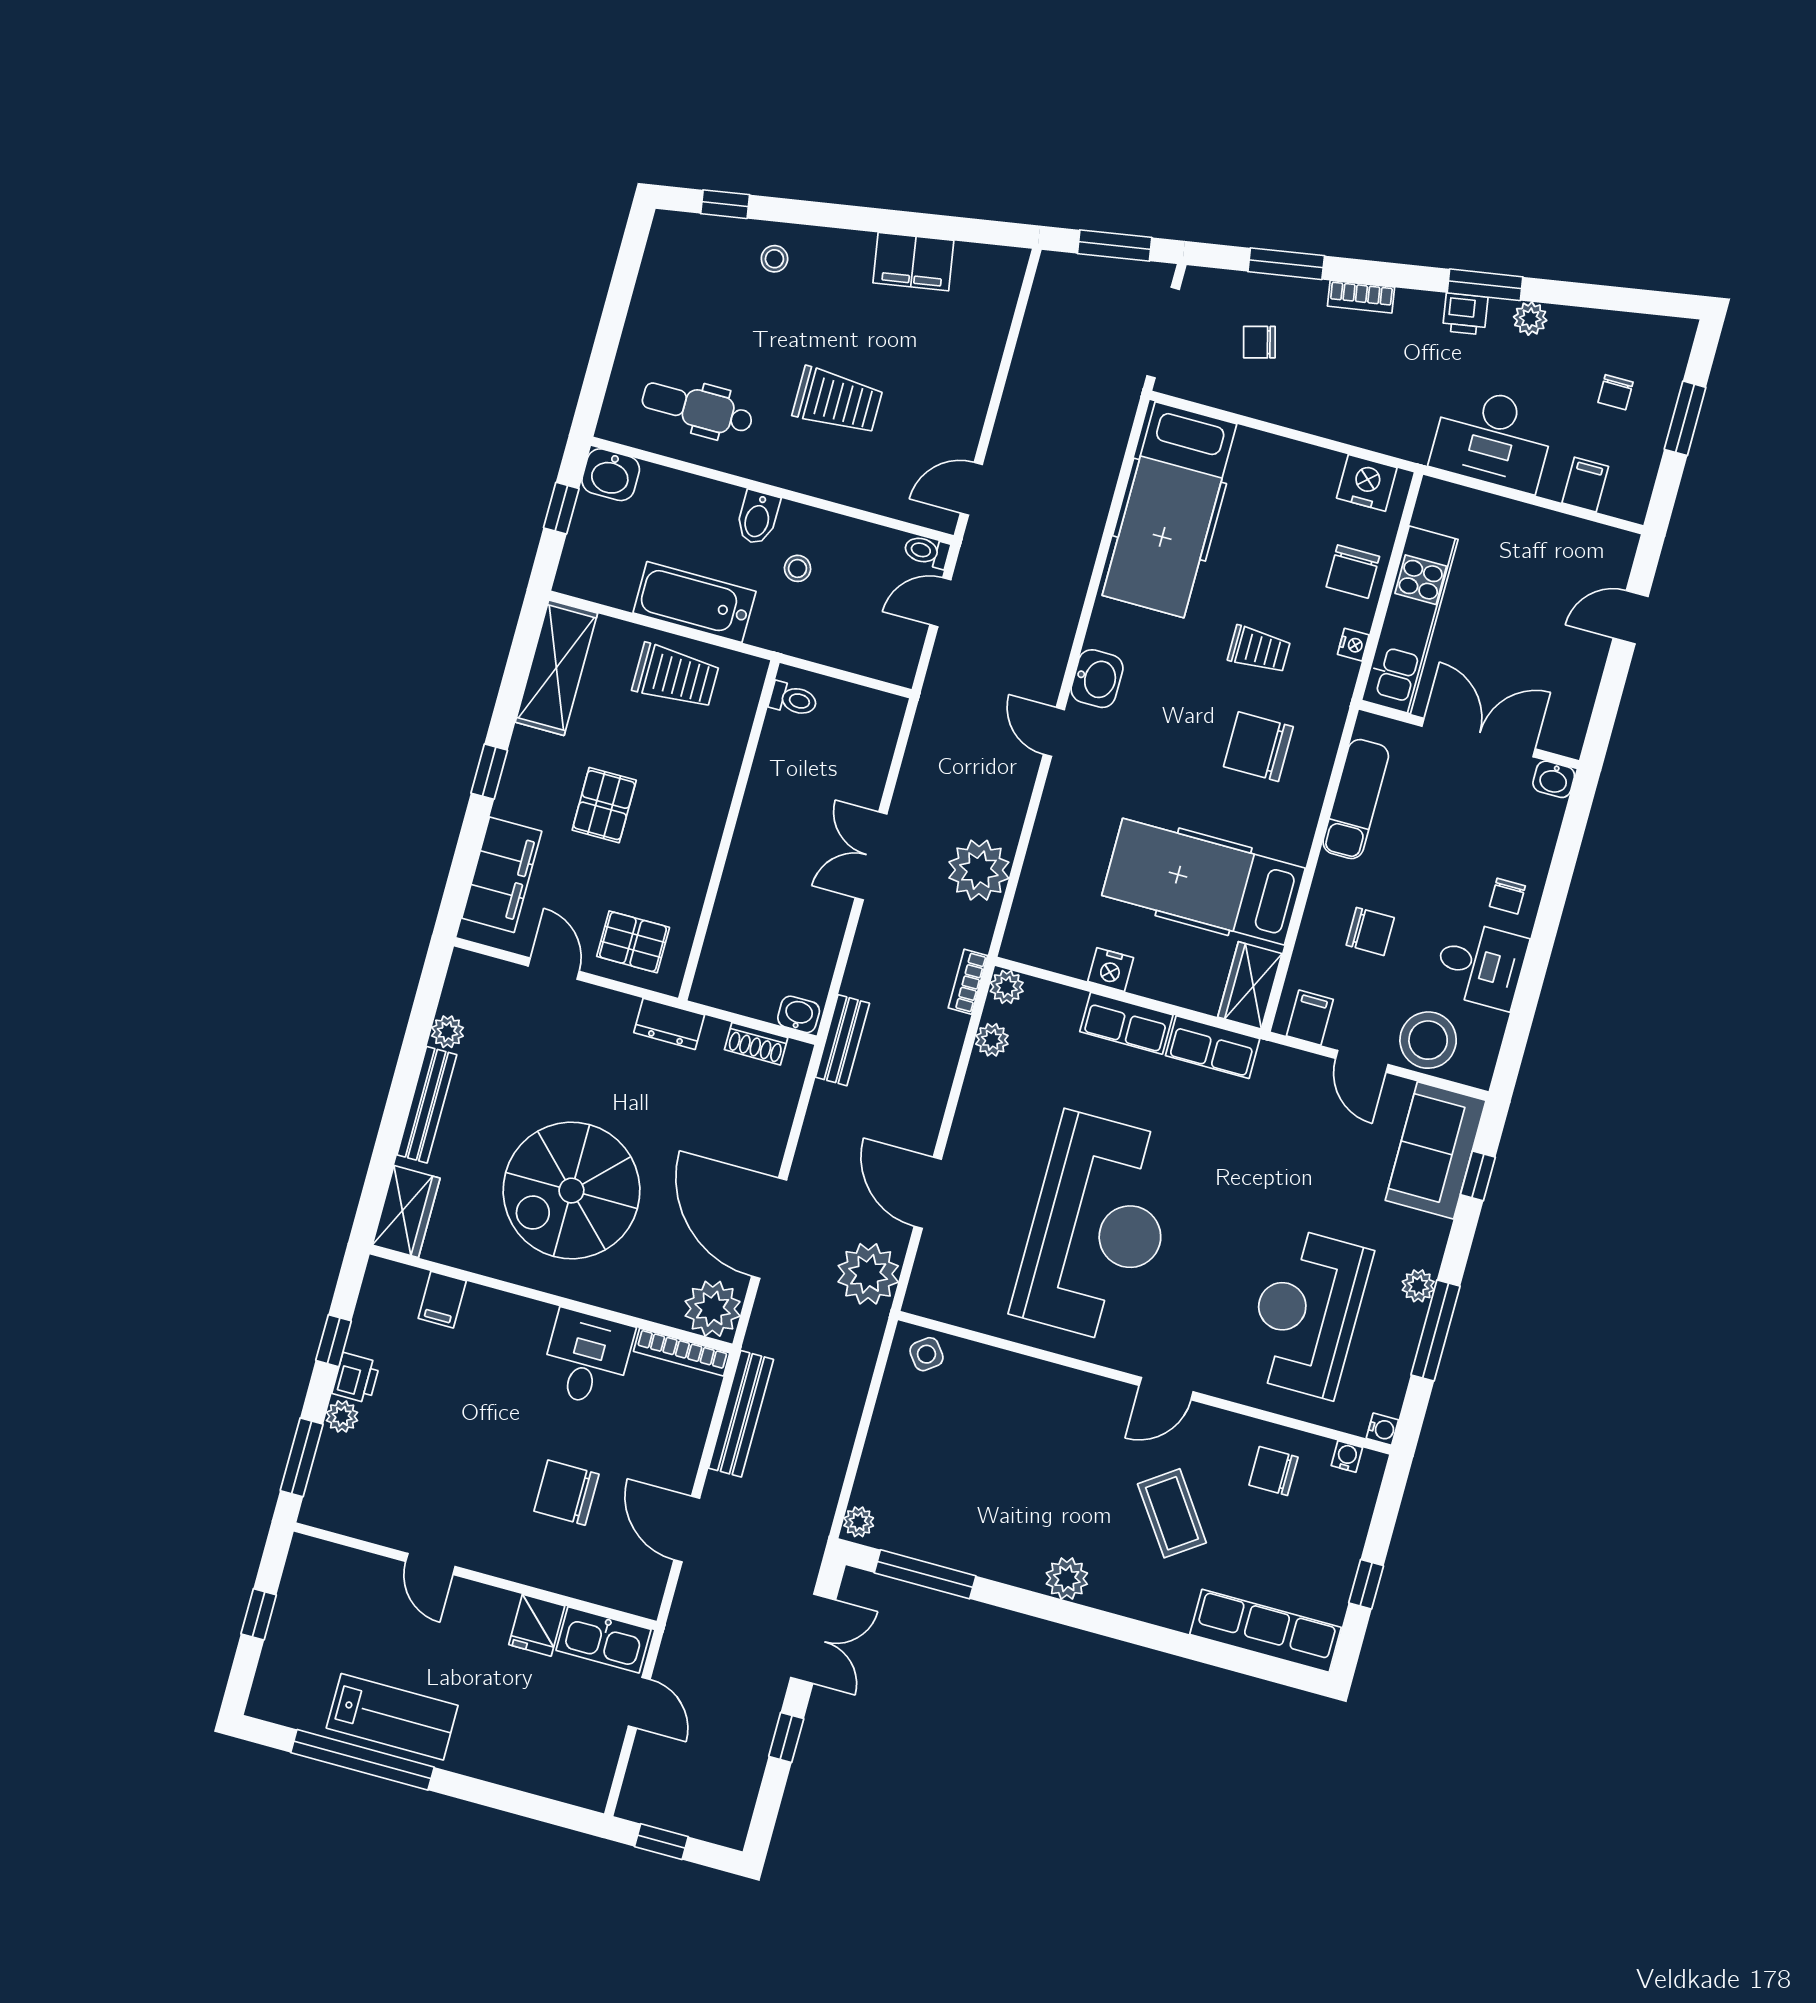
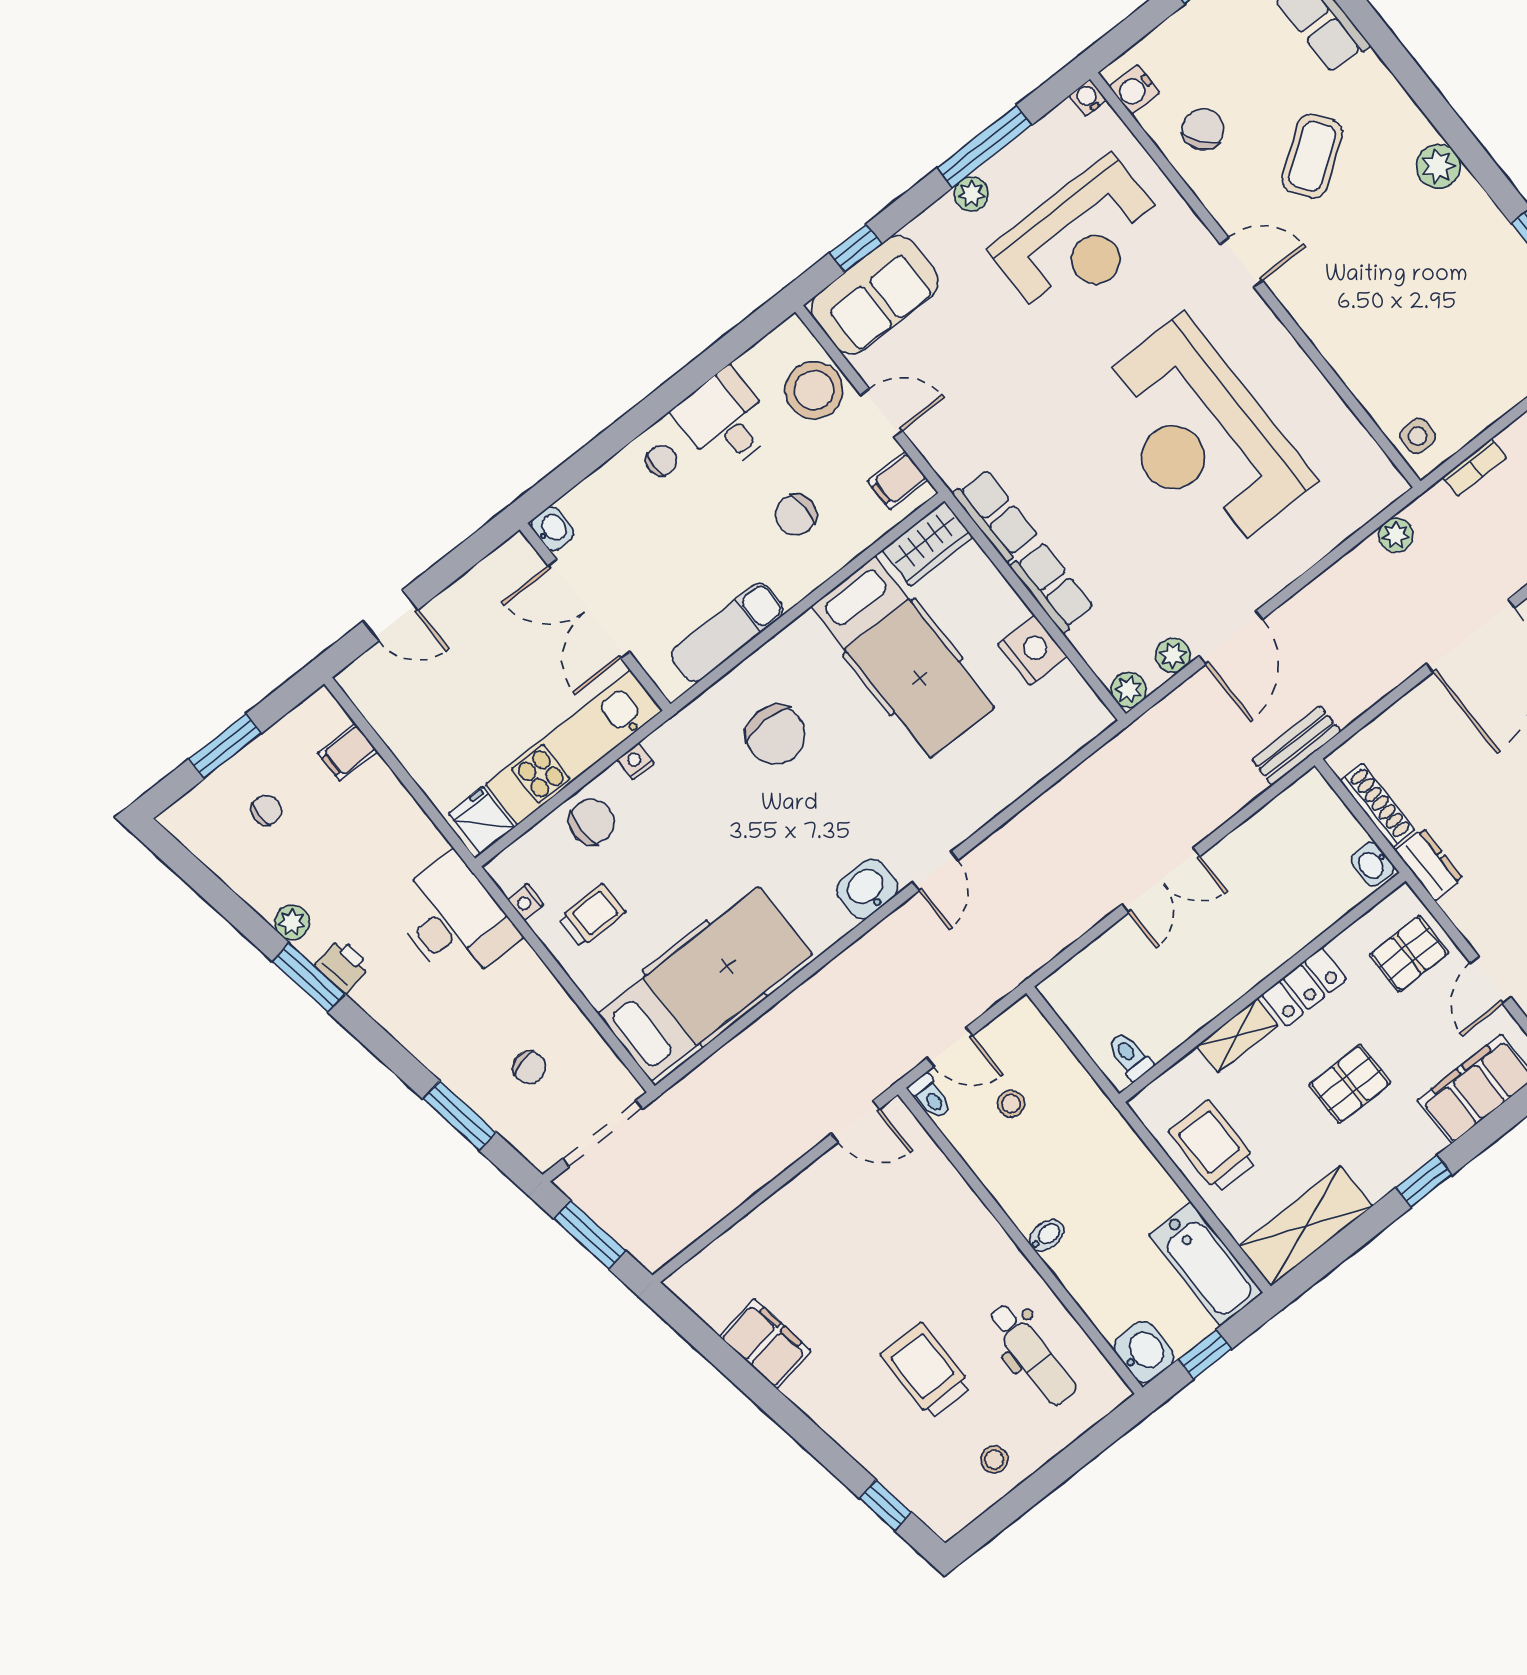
stool: (774, 259) -> (994, 1459), moved
bookcase: (1361, 297) -> (418, 1043), removed
trolley: (838, 401) -> (926, 1371), moved
desk: (1493, 439) -> (454, 920), moved
nightstand: (1367, 483) -> (526, 902), width x0.53, depth x0.56
fridge: (1440, 509) -> (482, 820), added
bidet: (758, 518) -> (1047, 1235), width x0.72, depth x0.74
stool: (798, 568) -> (1011, 1104), moved
bathtub: (694, 602) -> (1205, 1264), moved
trolley: (1259, 650) -> (592, 916), moved, turned 90
shelving: (721, 778) -> (1237, 1036), added
locker: (696, 855) -> (1304, 987), added
plant: (979, 870) -> (1081, 803), removed
chair: (1370, 931) -> (796, 515), turned -90
pallet: (633, 942) -> (1409, 954), turned 90
nightstand: (1111, 970) -> (1032, 650), width x1.36, depth x1.33
bookcase: (968, 982) -> (1474, 467), moved
washbasin: (799, 1014) -> (1372, 864), moved
shoe rack: (756, 1044) -> (1377, 805), width x1.43
door: (1362, 1061) -> (882, 413), hinge flipped
door: (928, 1193) -> (1231, 638), moved
reception desk: (1098, 1228) -> (1200, 436), turned -90
plant: (868, 1274) -> (1396, 535), width x0.53, depth x0.53
side table: (927, 1354) -> (1418, 436), turned 37
water cooler: (1347, 1456) -> (1134, 90), width x1.38, depth x1.38
chair: (1273, 1471) -> (1203, 129), turned -128

